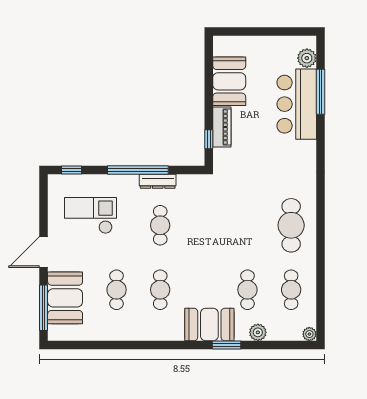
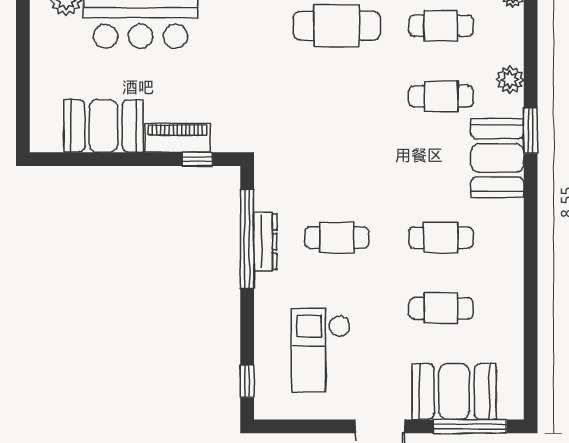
window: (138, 170) -> (247, 239), moved

